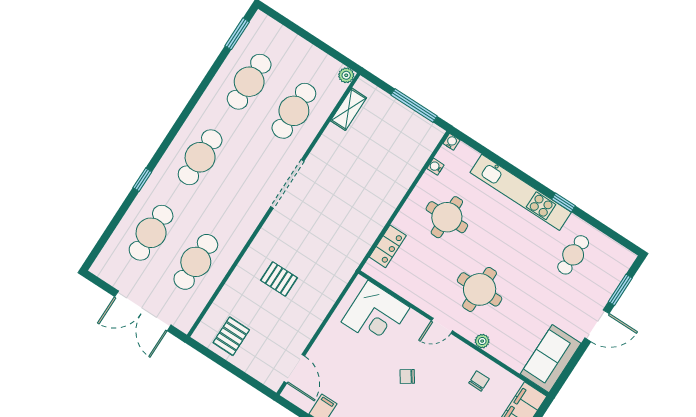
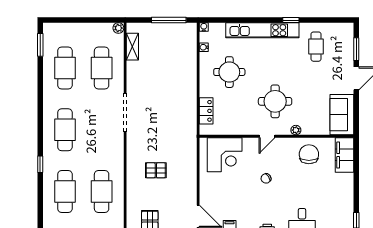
chair: (479, 381) -> (309, 154), width x1.87, depth x1.87

